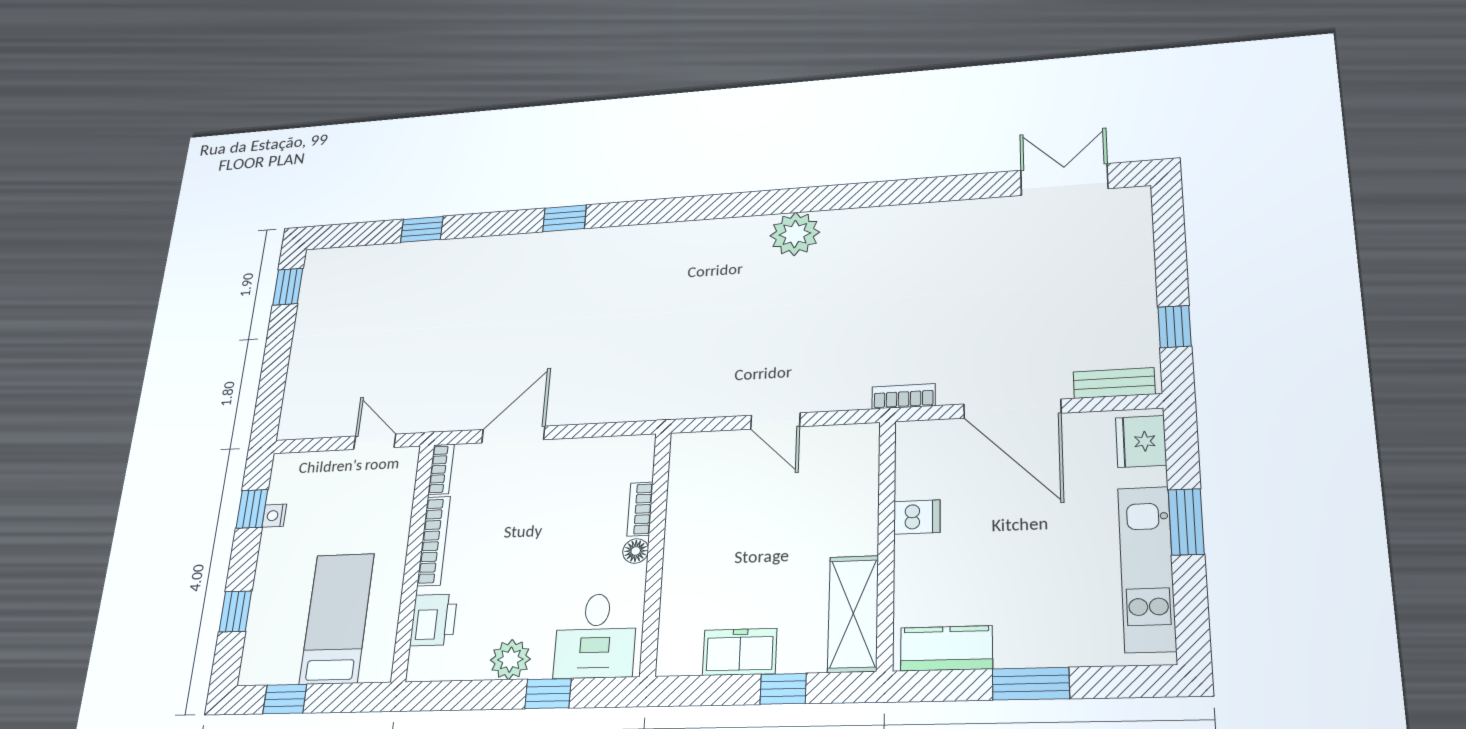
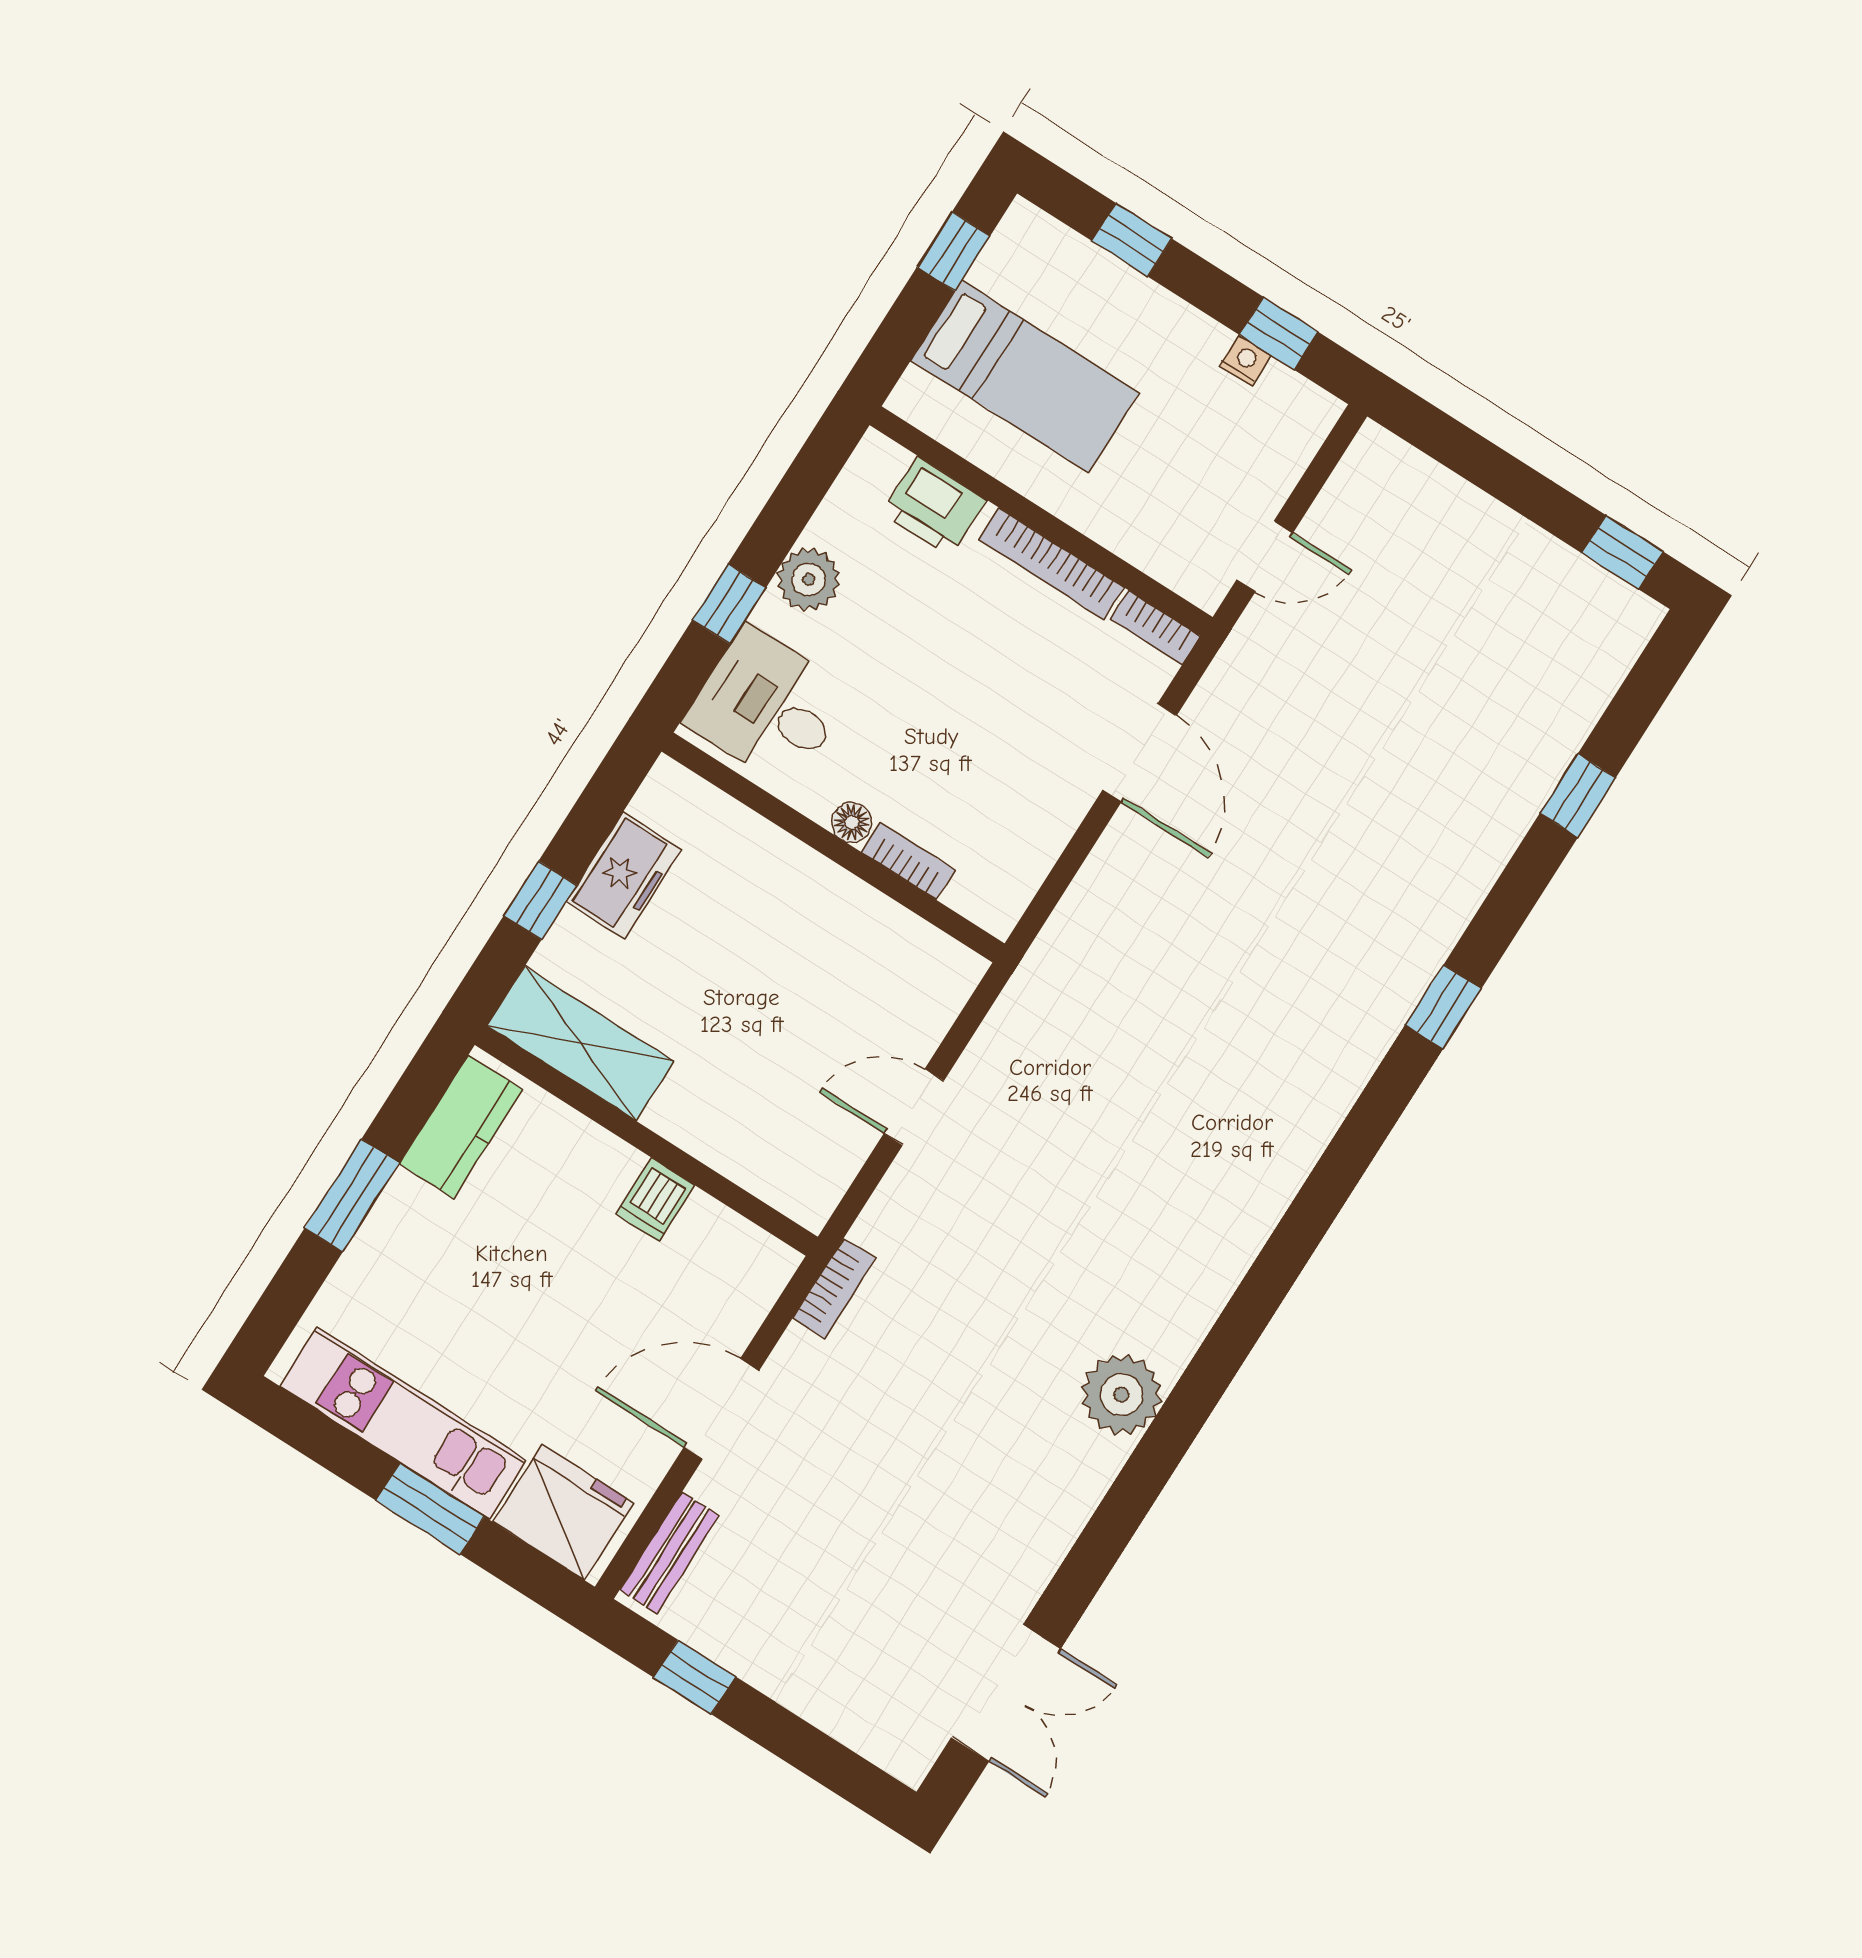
plant: (795, 234) -> (1122, 1395), moved
door: (1012, 409) -> (721, 1409), width x0.73
fridge: (1141, 441) -> (563, 1512), width x1.36, depth x1.34

